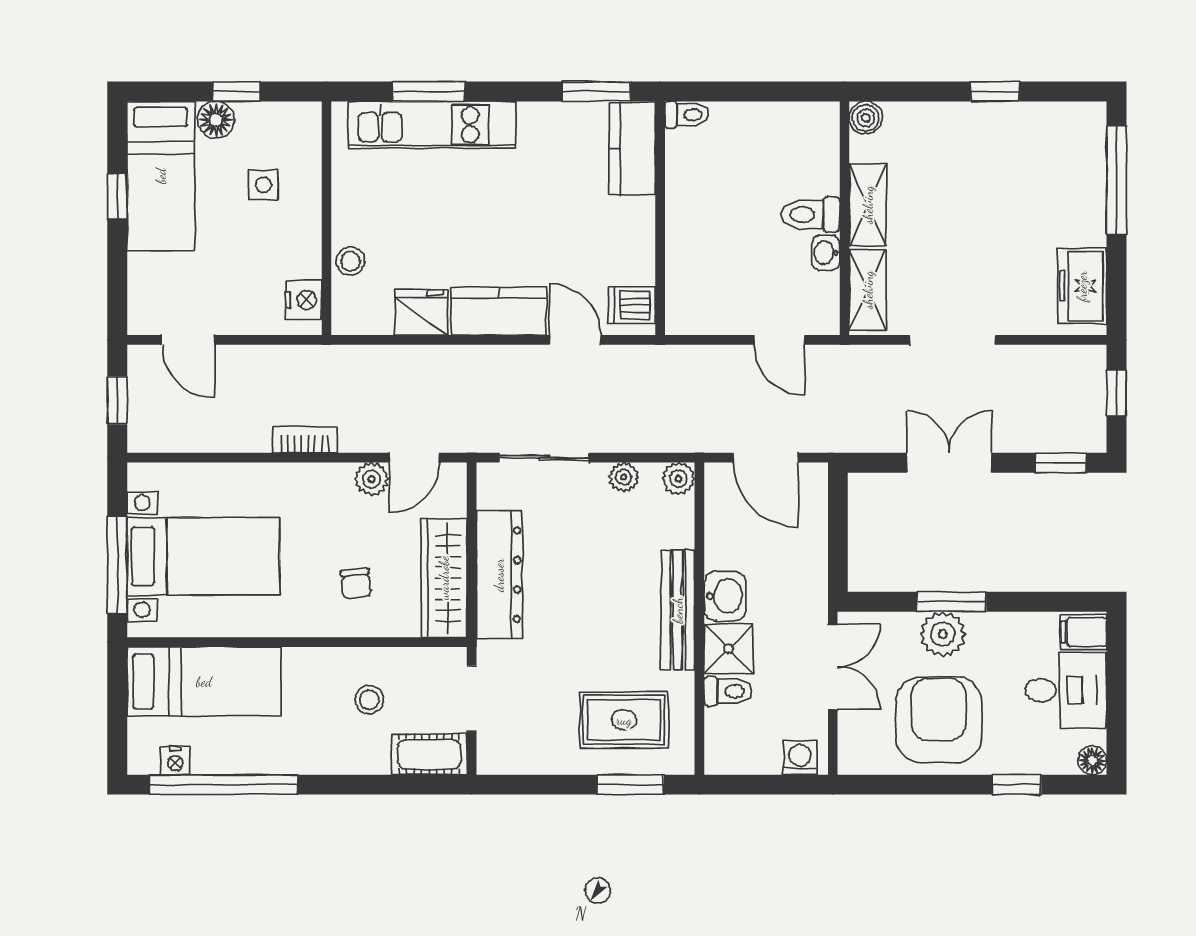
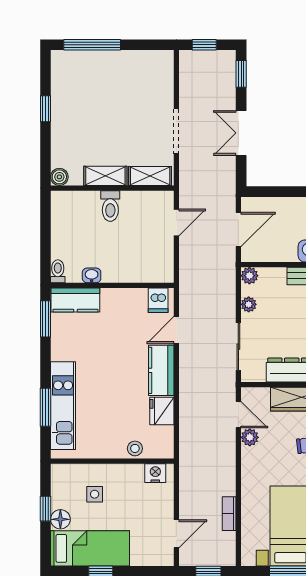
washbasin: (826, 253) -> (92, 275), moved, turned 180
freezer: (1082, 286) -> (148, 63), removed
bookcase: (305, 440) -> (229, 514), moved

